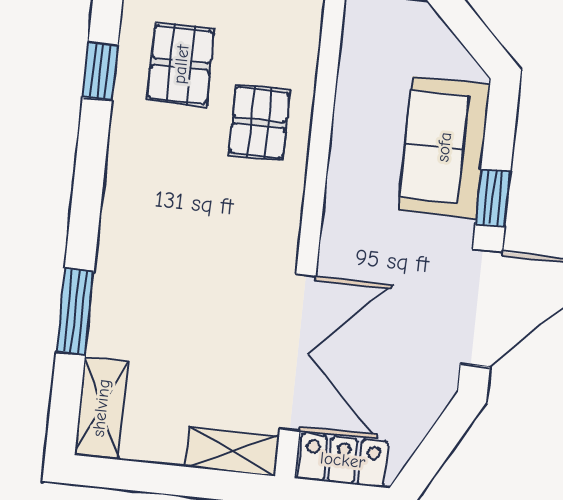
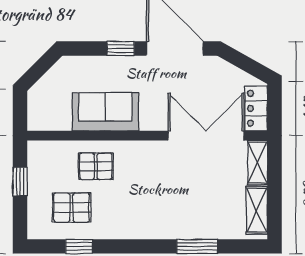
sofa: (444, 147) -> (105, 112), moved, turned 180
shelving: (101, 408) -> (257, 210), moved, turned 90

